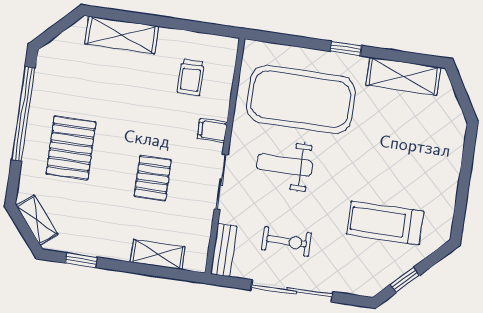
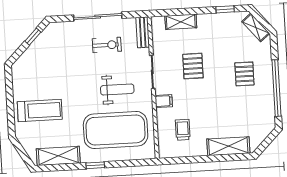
pallet: (71, 148) -> (244, 74), width x0.67, depth x0.71
treadmill: (385, 223) -> (40, 110), moved
exercise bike: (287, 241) -> (107, 45), turned 180

